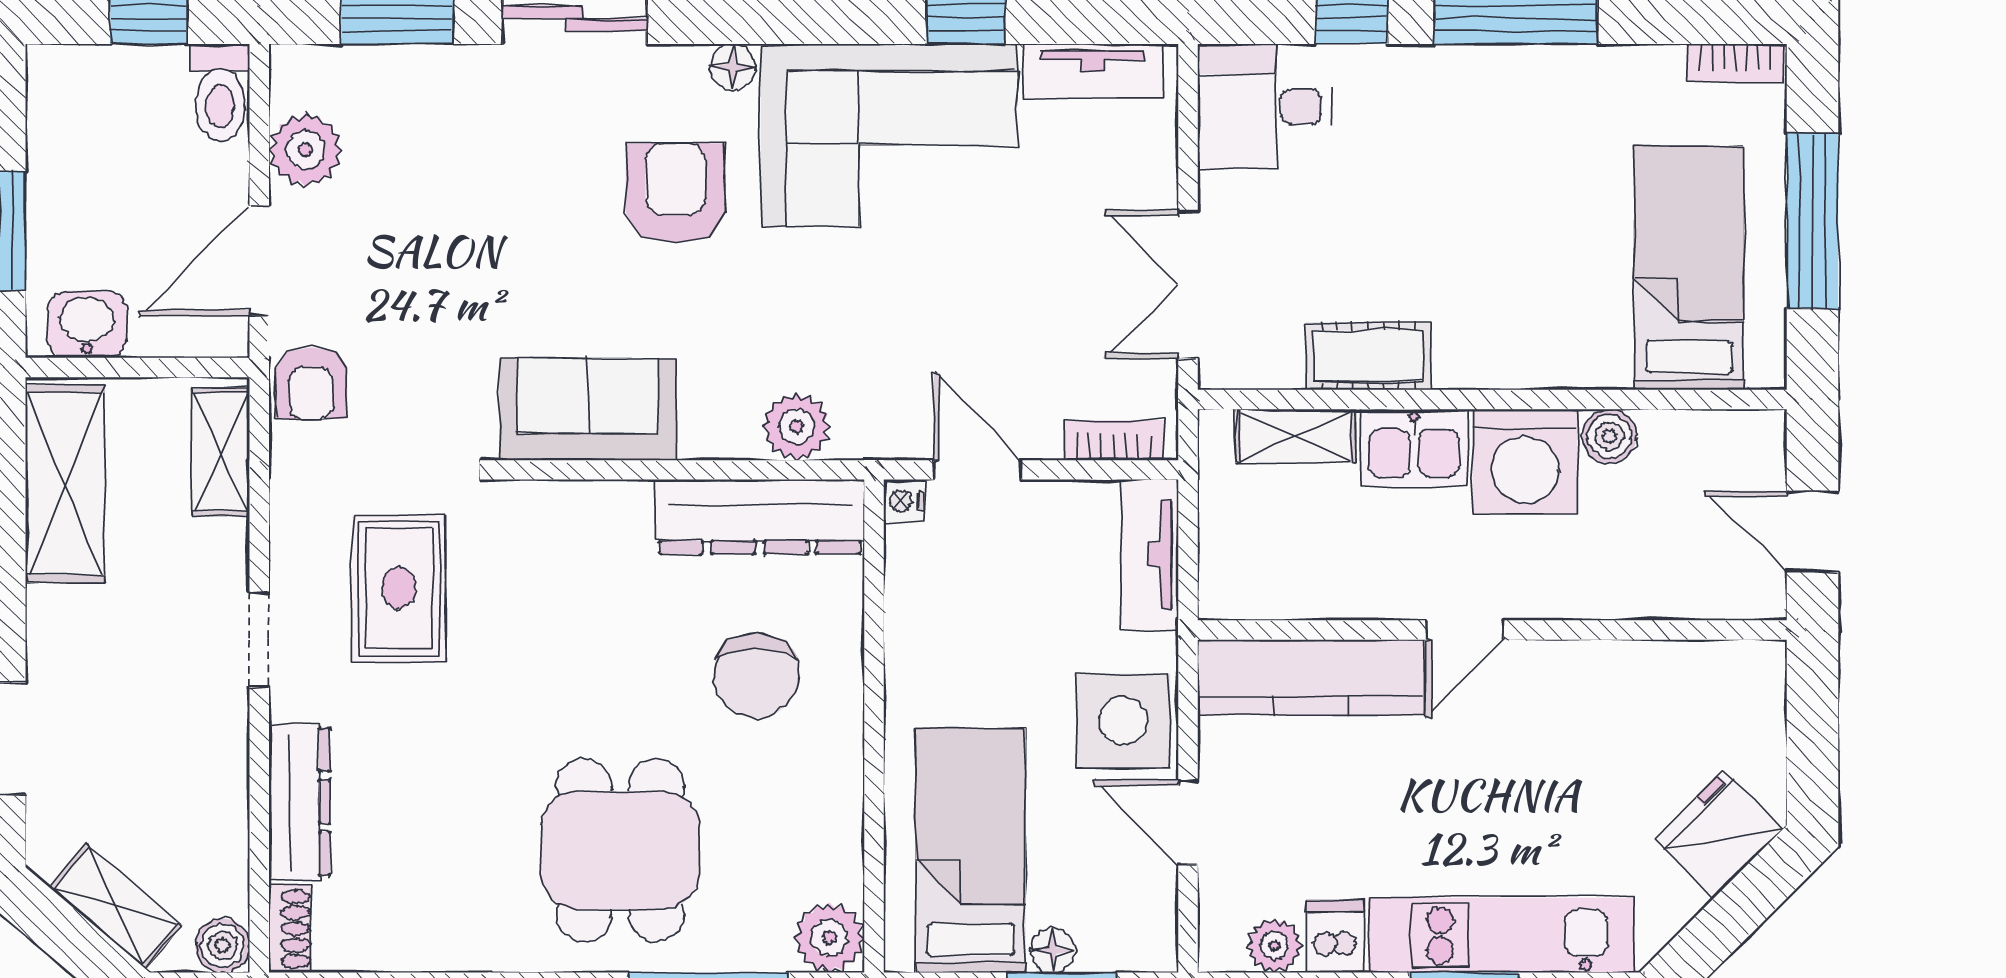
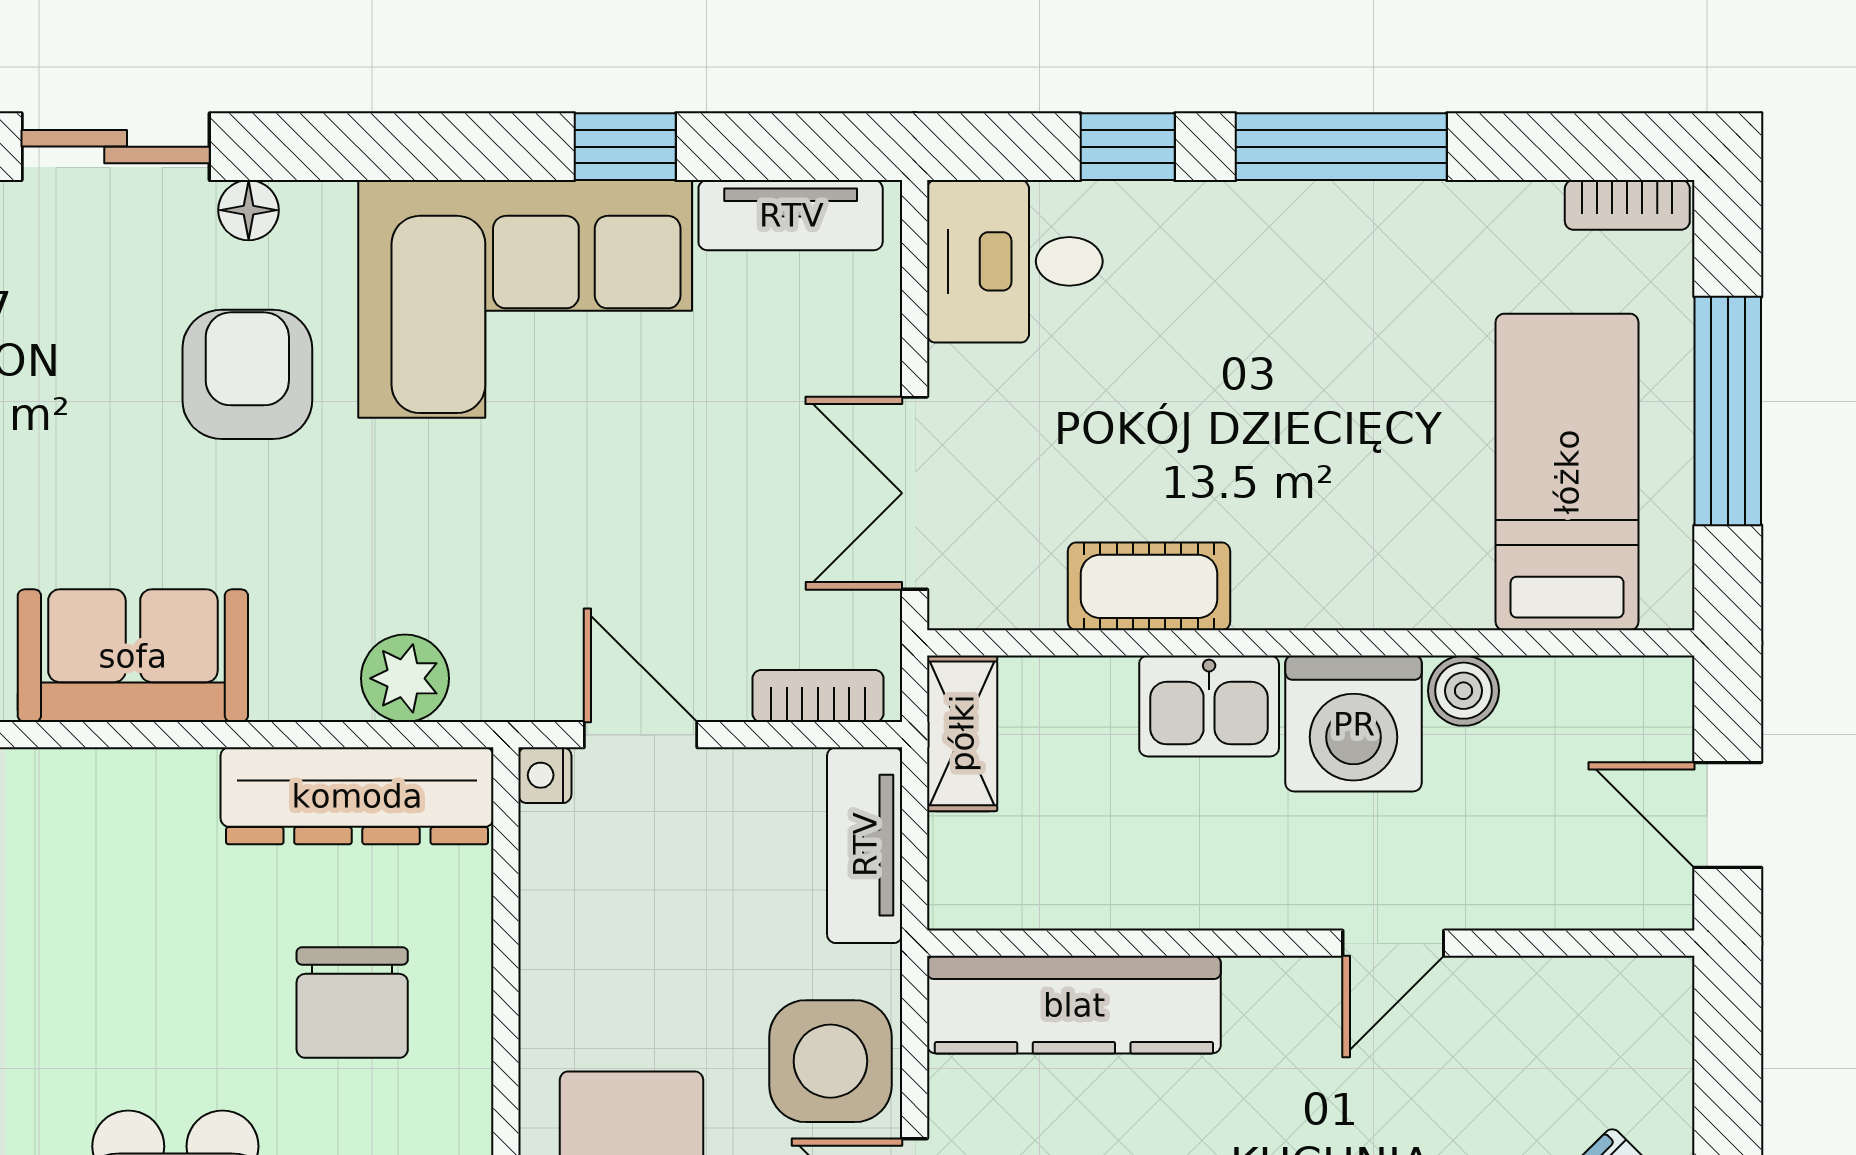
floor lamp: (733, 67) -> (249, 210), moved
shelving: (1296, 436) -> (962, 733), moved, turned 90
door: (1465, 630) -> (1393, 943), moved

